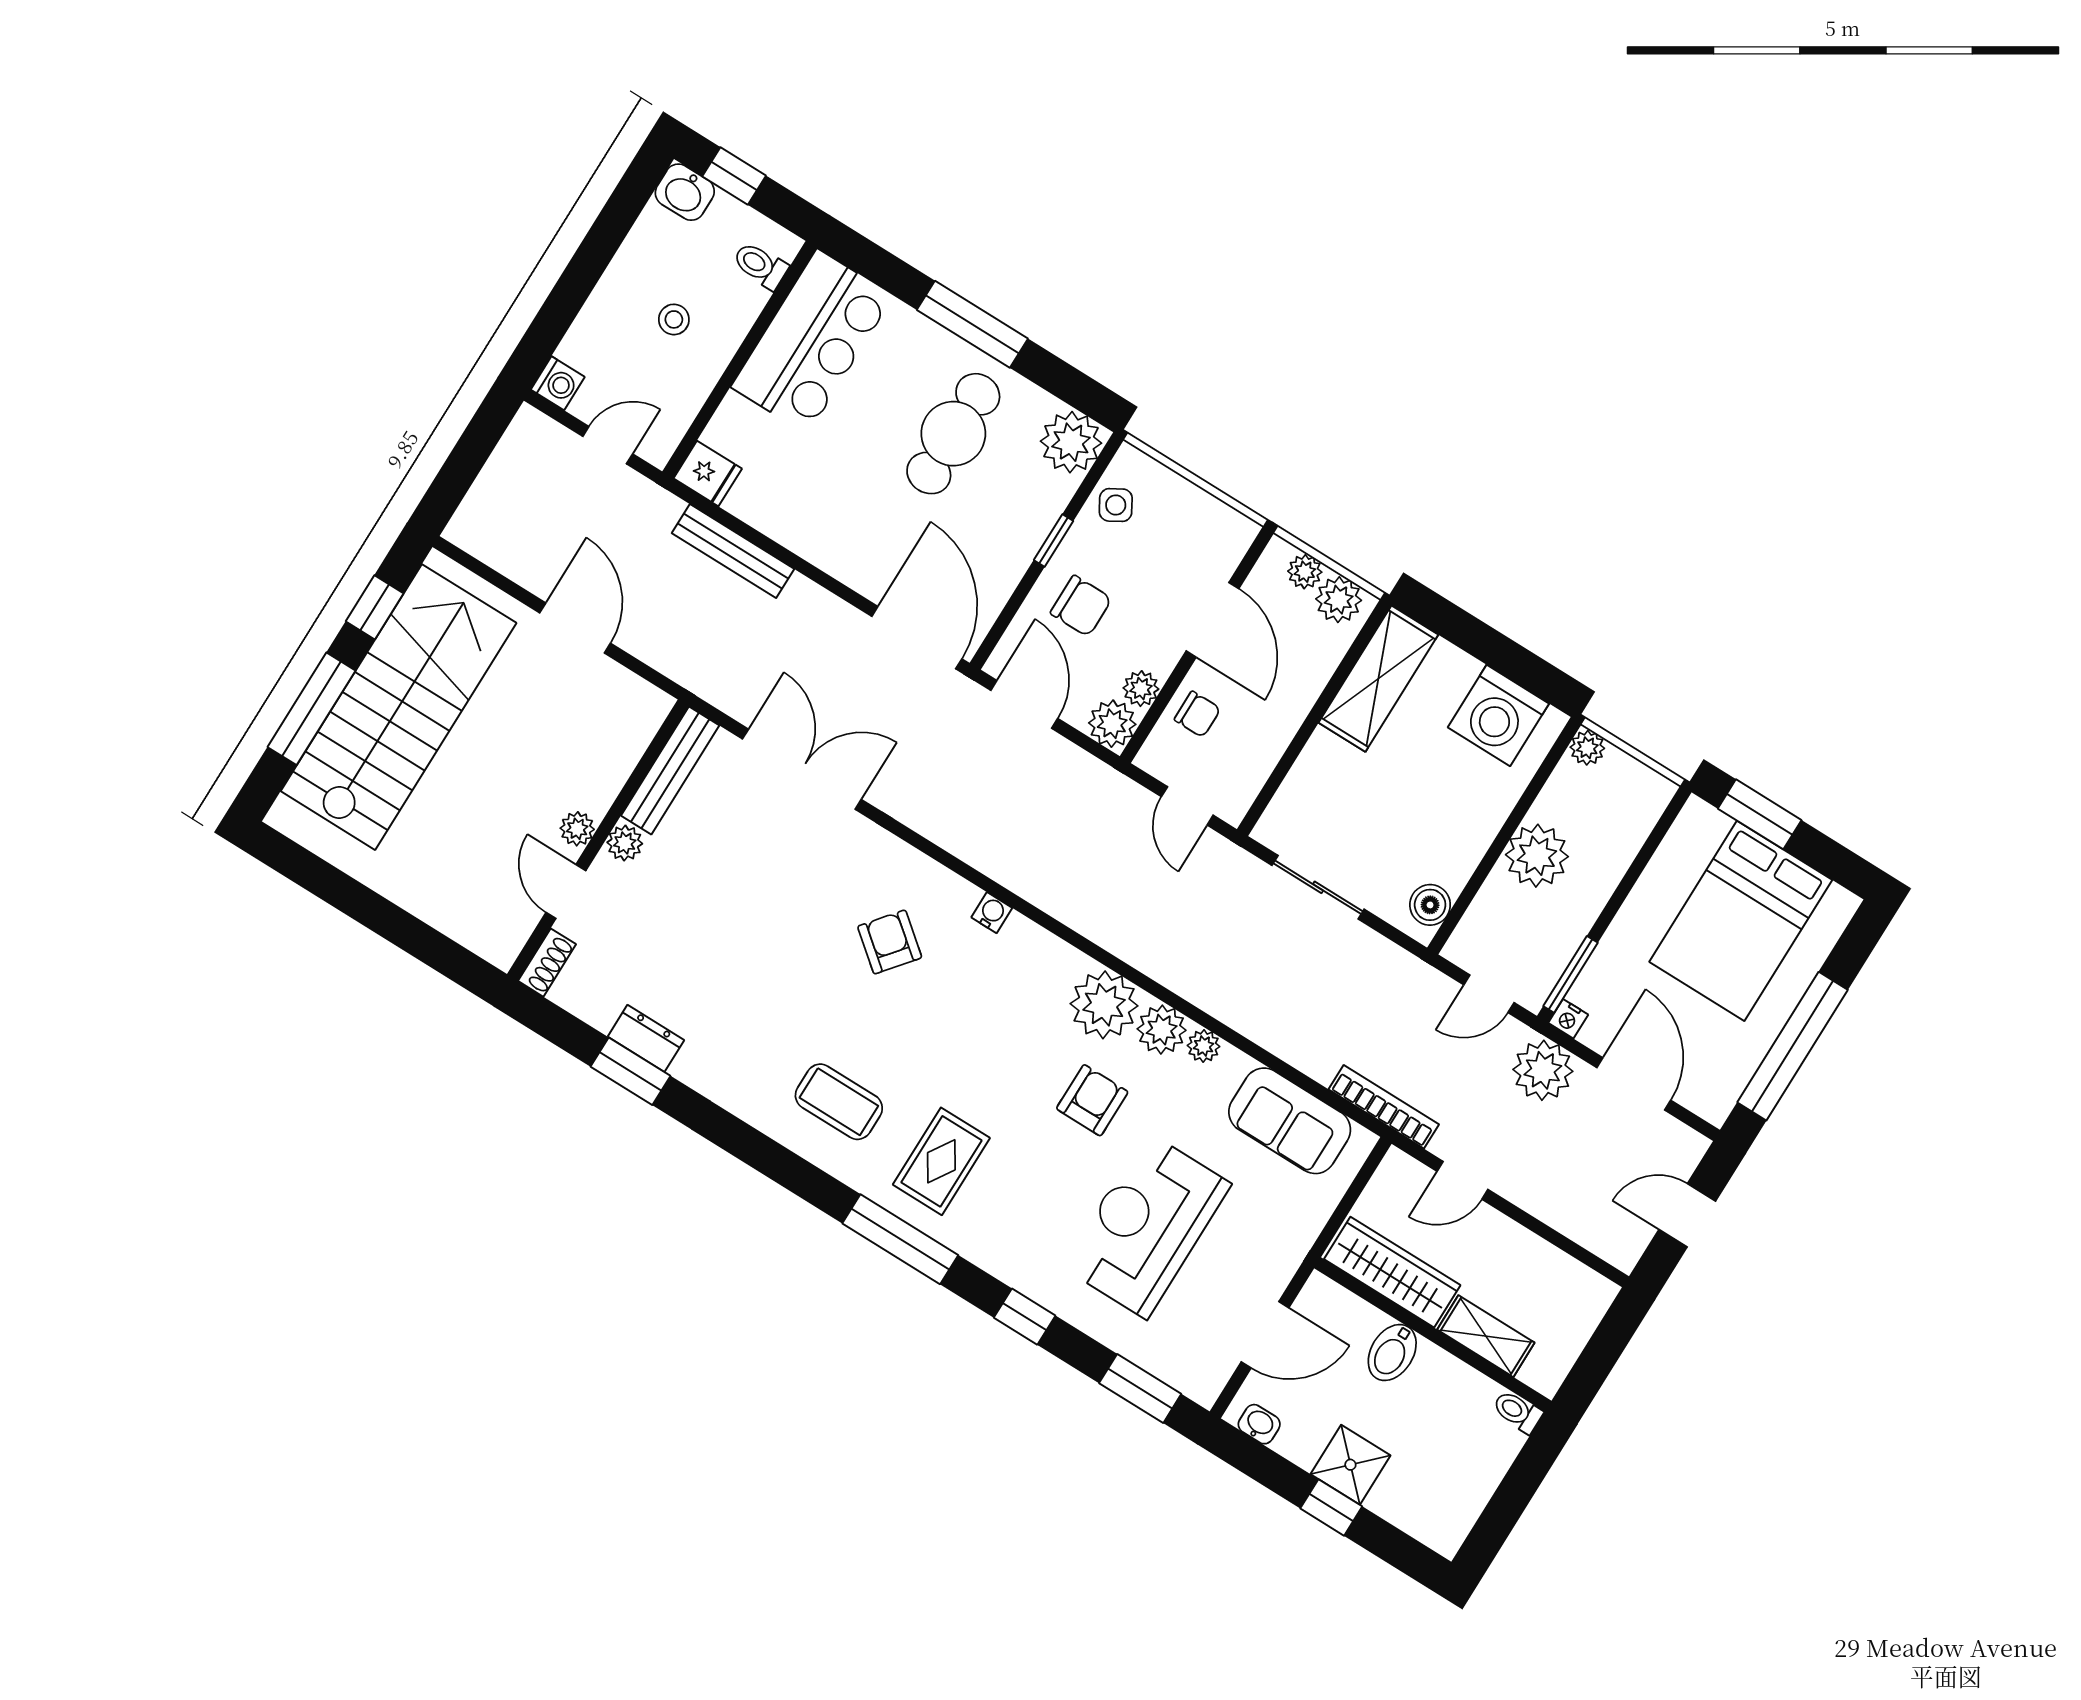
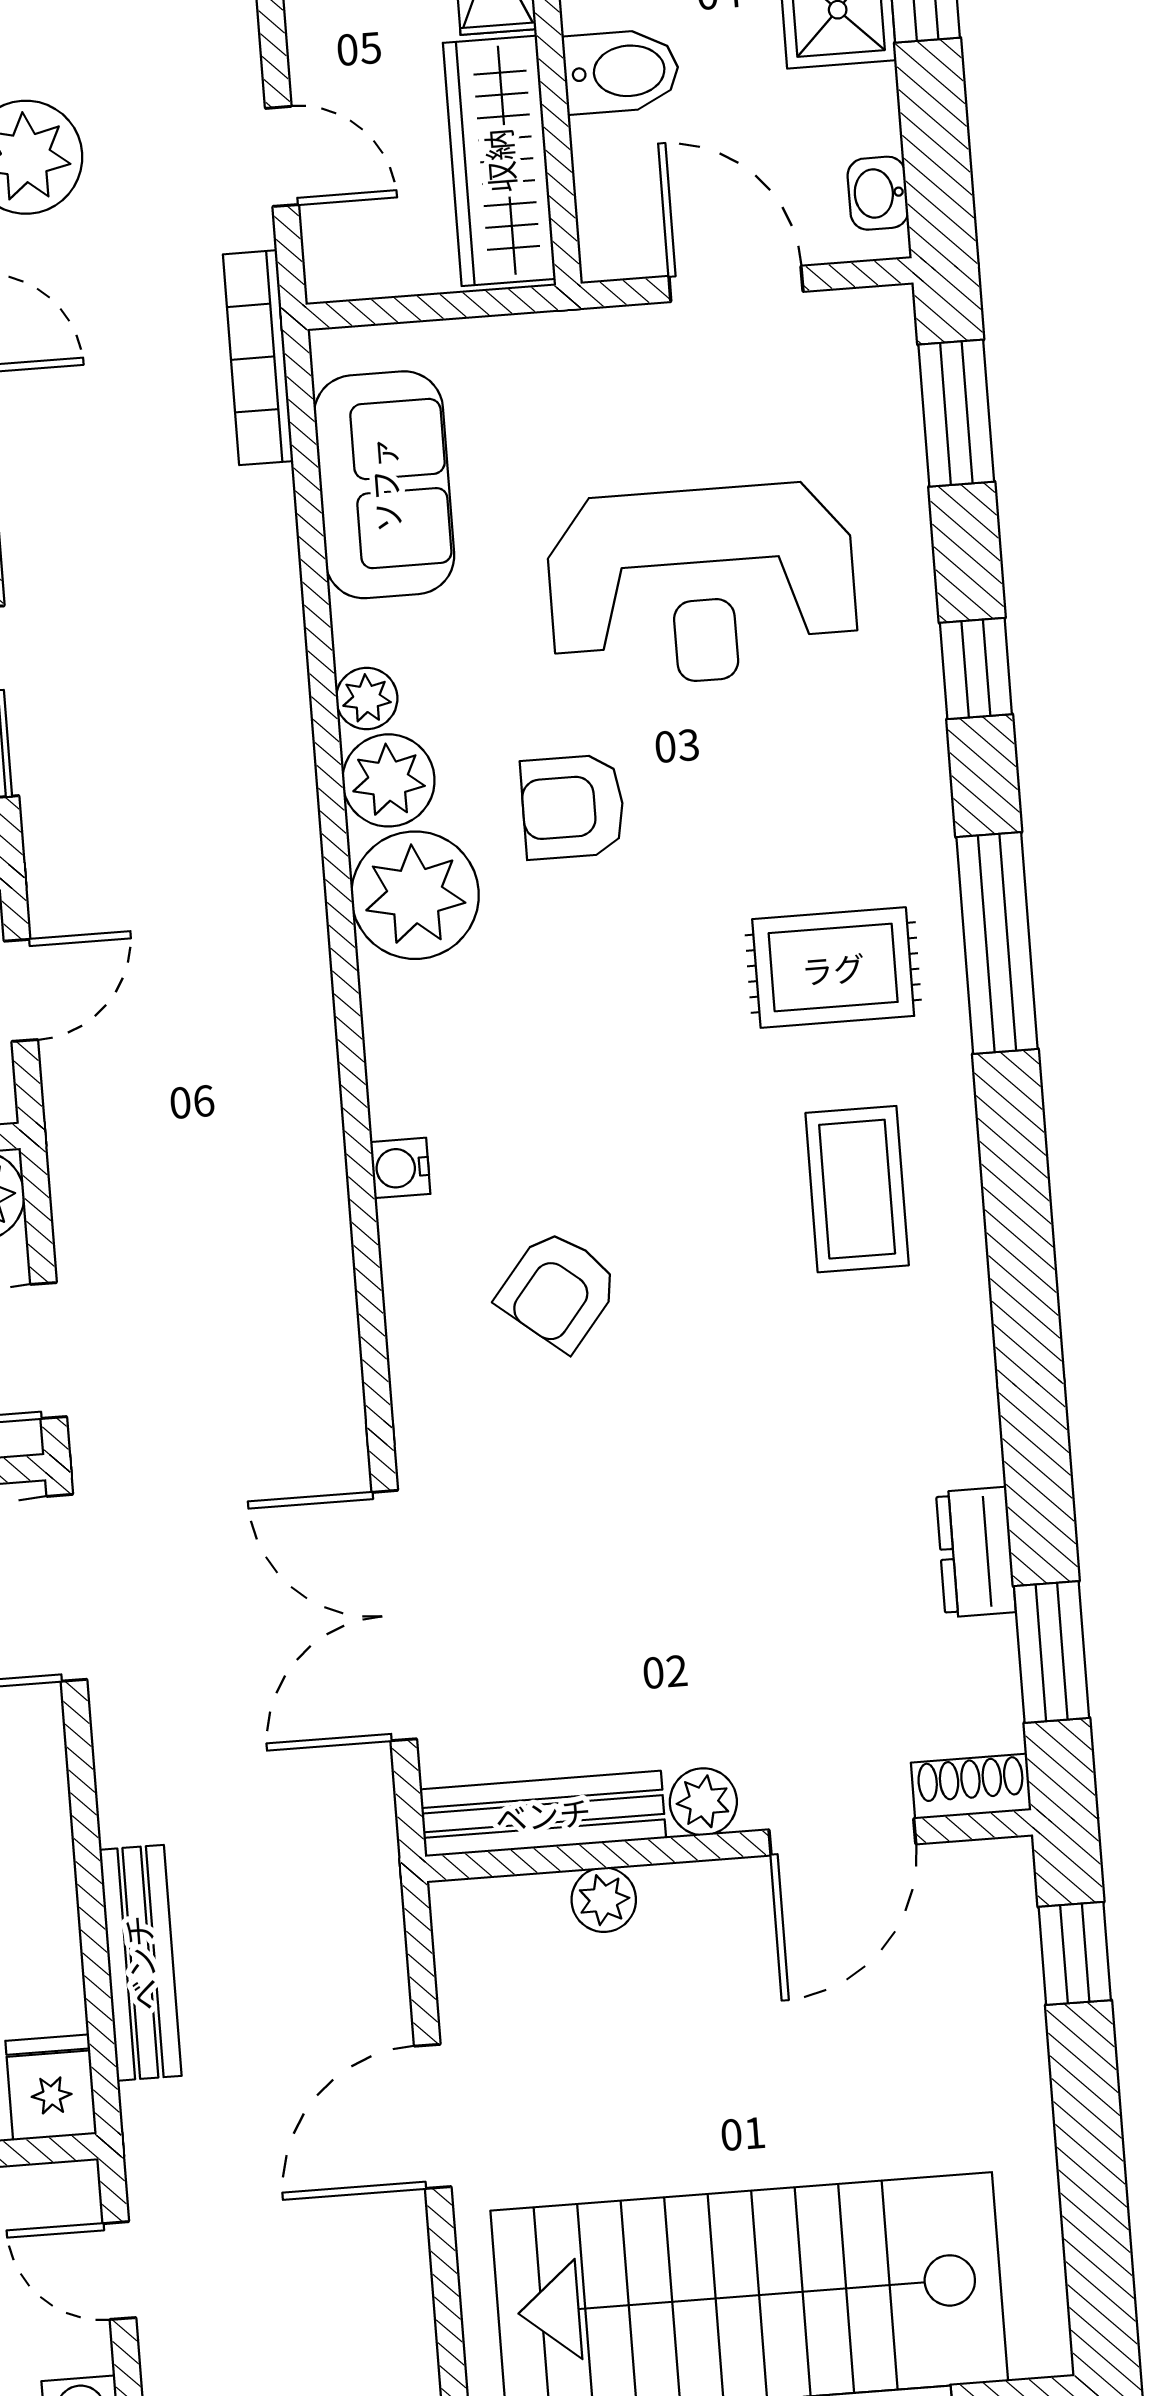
plant: (577, 829) -> (604, 1900), moved
door: (566, 892) -> (842, 1837), width x1.38
window: (443, 954) -> (1075, 1953), added
window: (631, 1071) -> (1052, 1652), moved

